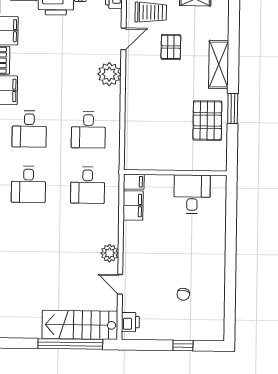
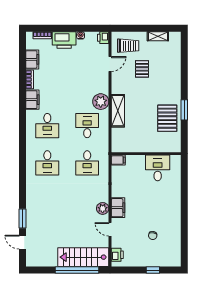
shelving: (219, 64) -> (118, 111), moved
plant: (109, 74) -> (101, 102), moved
desk: (88, 130) -> (87, 126), turned 180
filing cabinet: (133, 205) -> (118, 208), moved

